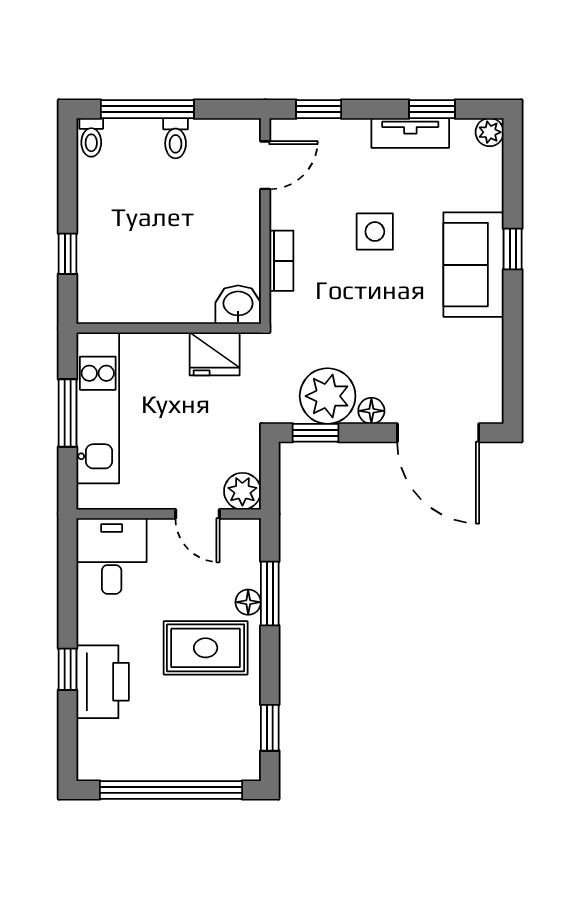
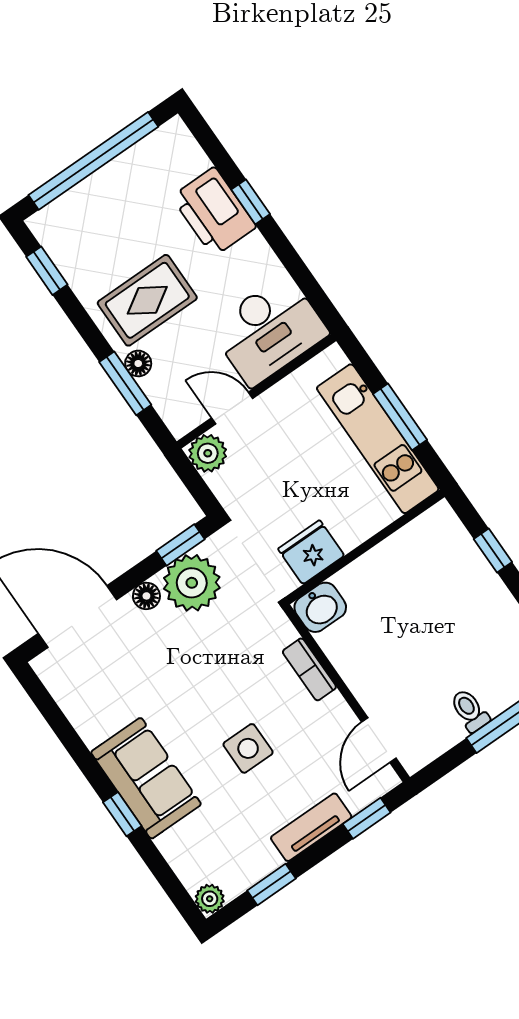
tv unit: (410, 133) -> (311, 827), moved
desk: (112, 556) -> (269, 330), width x1.37

